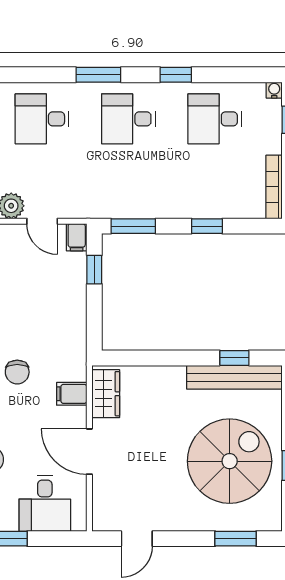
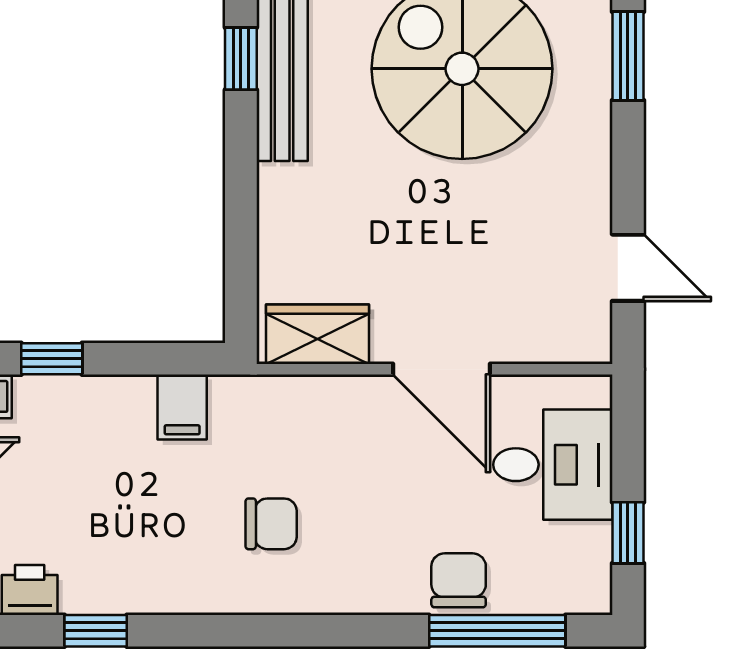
filing cabinet: (72, 394) -> (182, 407), moved
door: (89, 452) -> (442, 369), hinge flipped

